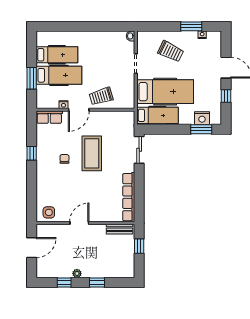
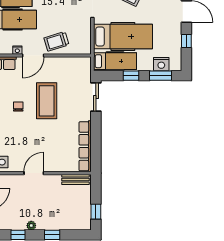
window: (173, 129) -> (131, 76), added
window: (139, 246) -> (96, 212), moved

